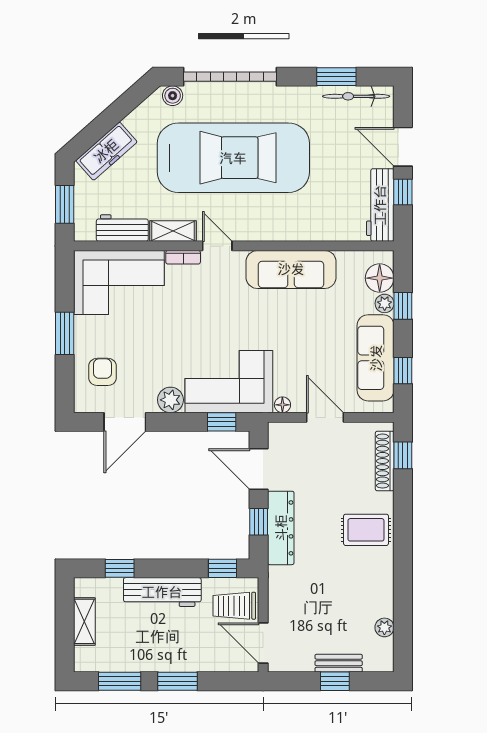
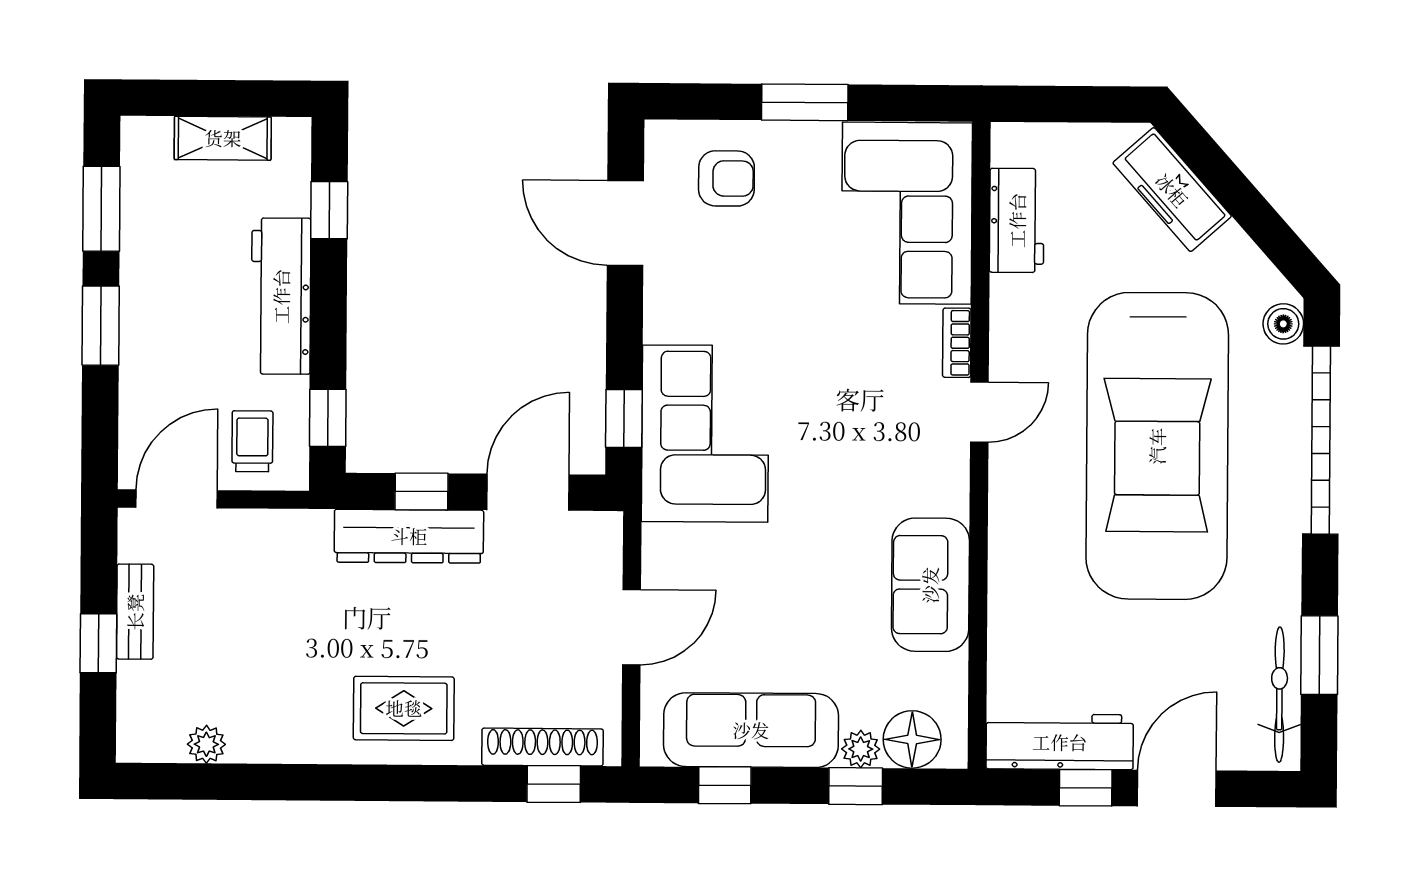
window: (65, 204) -> (1065, 104), removed
shelving: (173, 231) -> (1010, 323), removed
sofa: (291, 269) -> (930, 585), width x0.73
plant: (170, 400) -> (669, 315), removed
floor lamp: (282, 405) -> (657, 541), removed
rug: (366, 530) -> (404, 708), turned 90
trolley: (234, 606) -> (252, 441), width x0.73, depth x0.72
bench: (339, 663) -> (135, 612), moved

